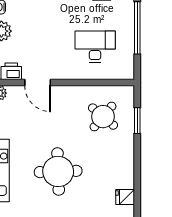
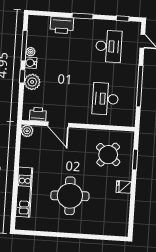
desk: (95, 47) -> (105, 99), turned -90
fridge: (125, 197) -> (124, 187), moved

